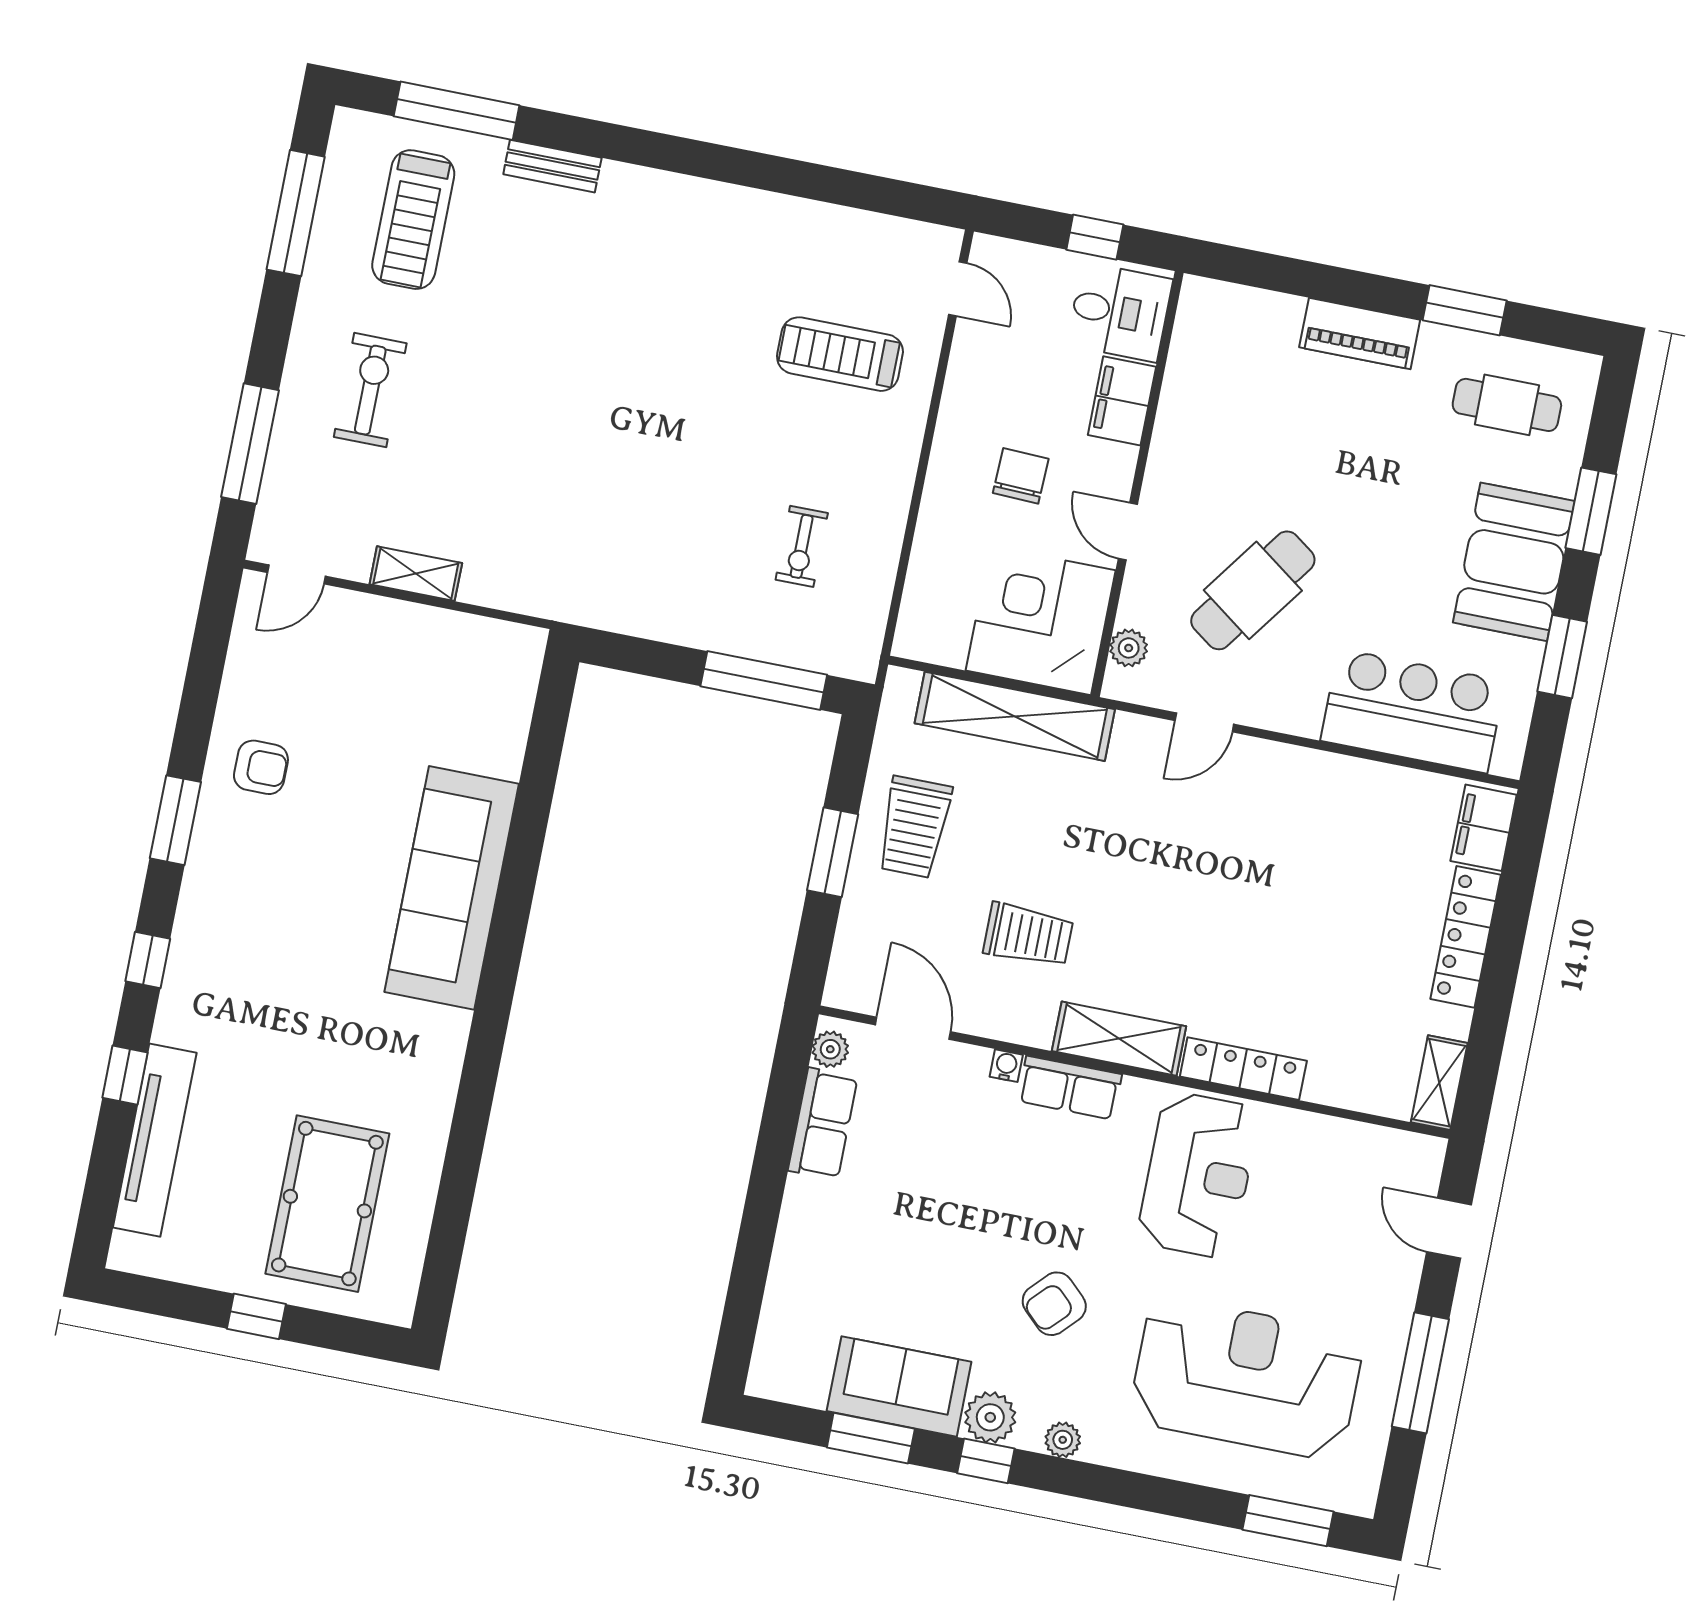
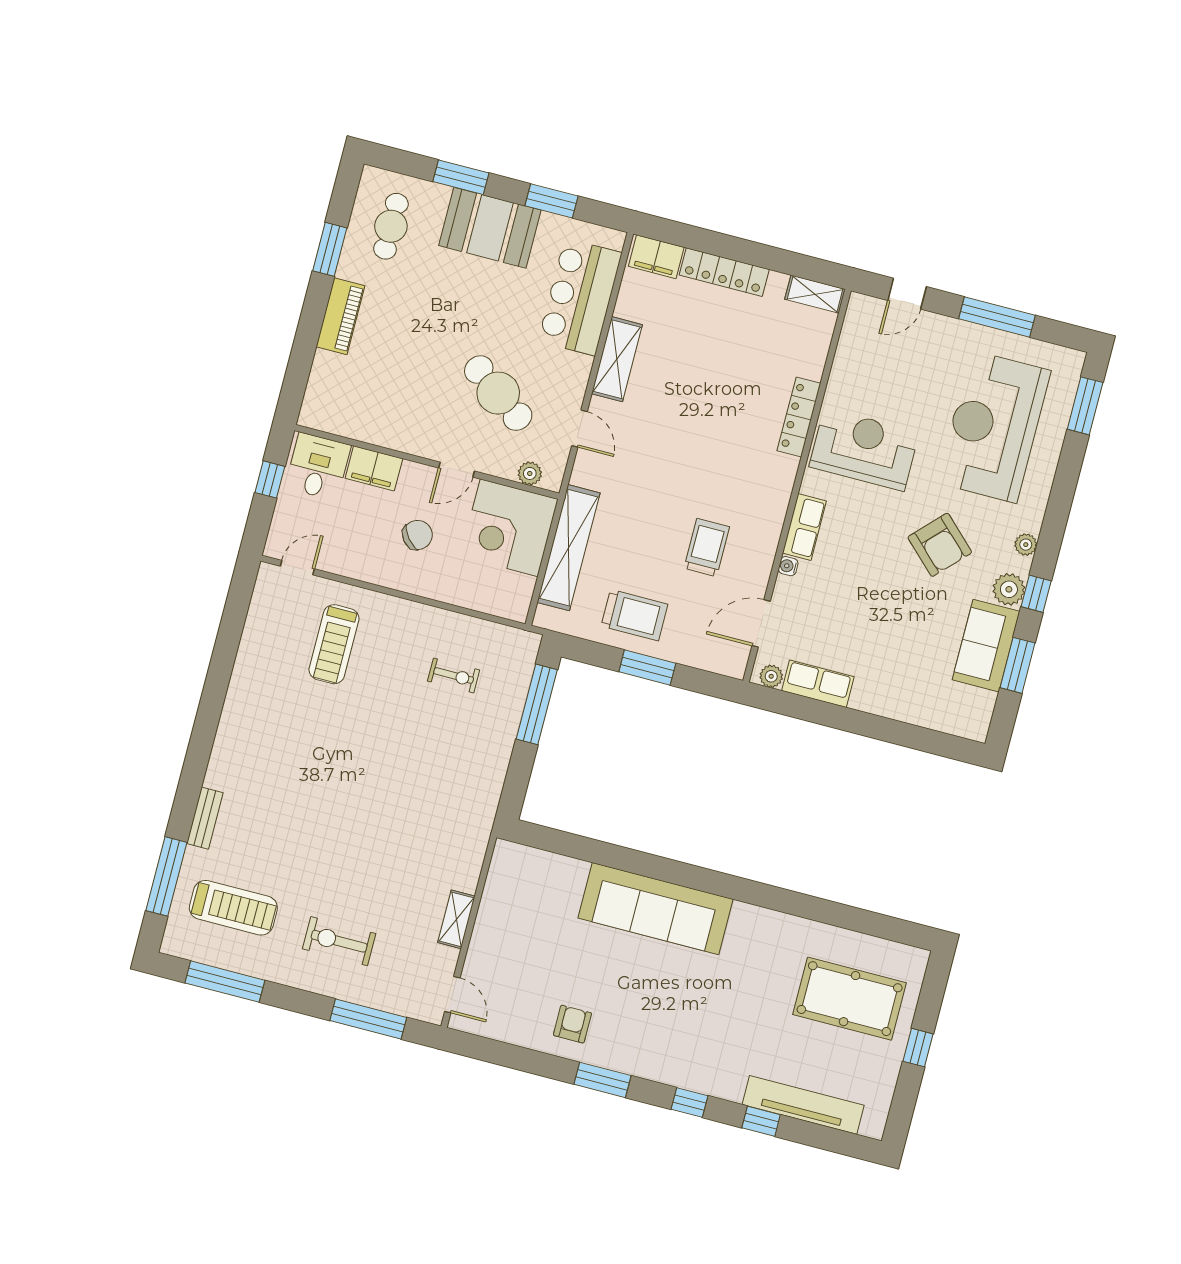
chair: (1021, 476) -> (417, 535), turned 139
shelving: (1119, 1039) -> (617, 359), moved
armchair: (1054, 1304) -> (940, 545), width x1.38, depth x1.38

